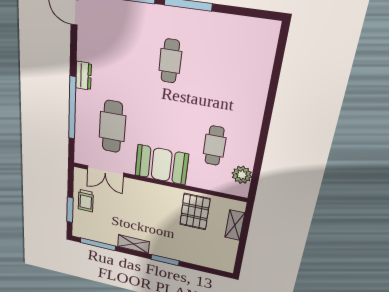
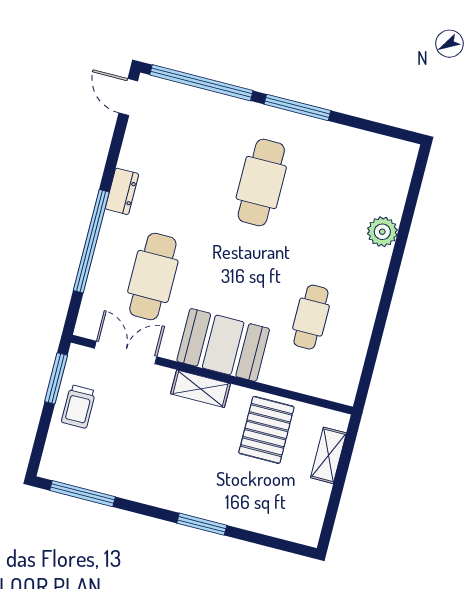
cafe table: (170, 61) -> (261, 183), width x1.37, depth x1.35
double door: (105, 171) -> (126, 352), swing flipped
plant: (242, 175) -> (382, 232), moved
window: (70, 210) -> (56, 378), moved
shelving: (133, 244) -> (200, 389), moved

